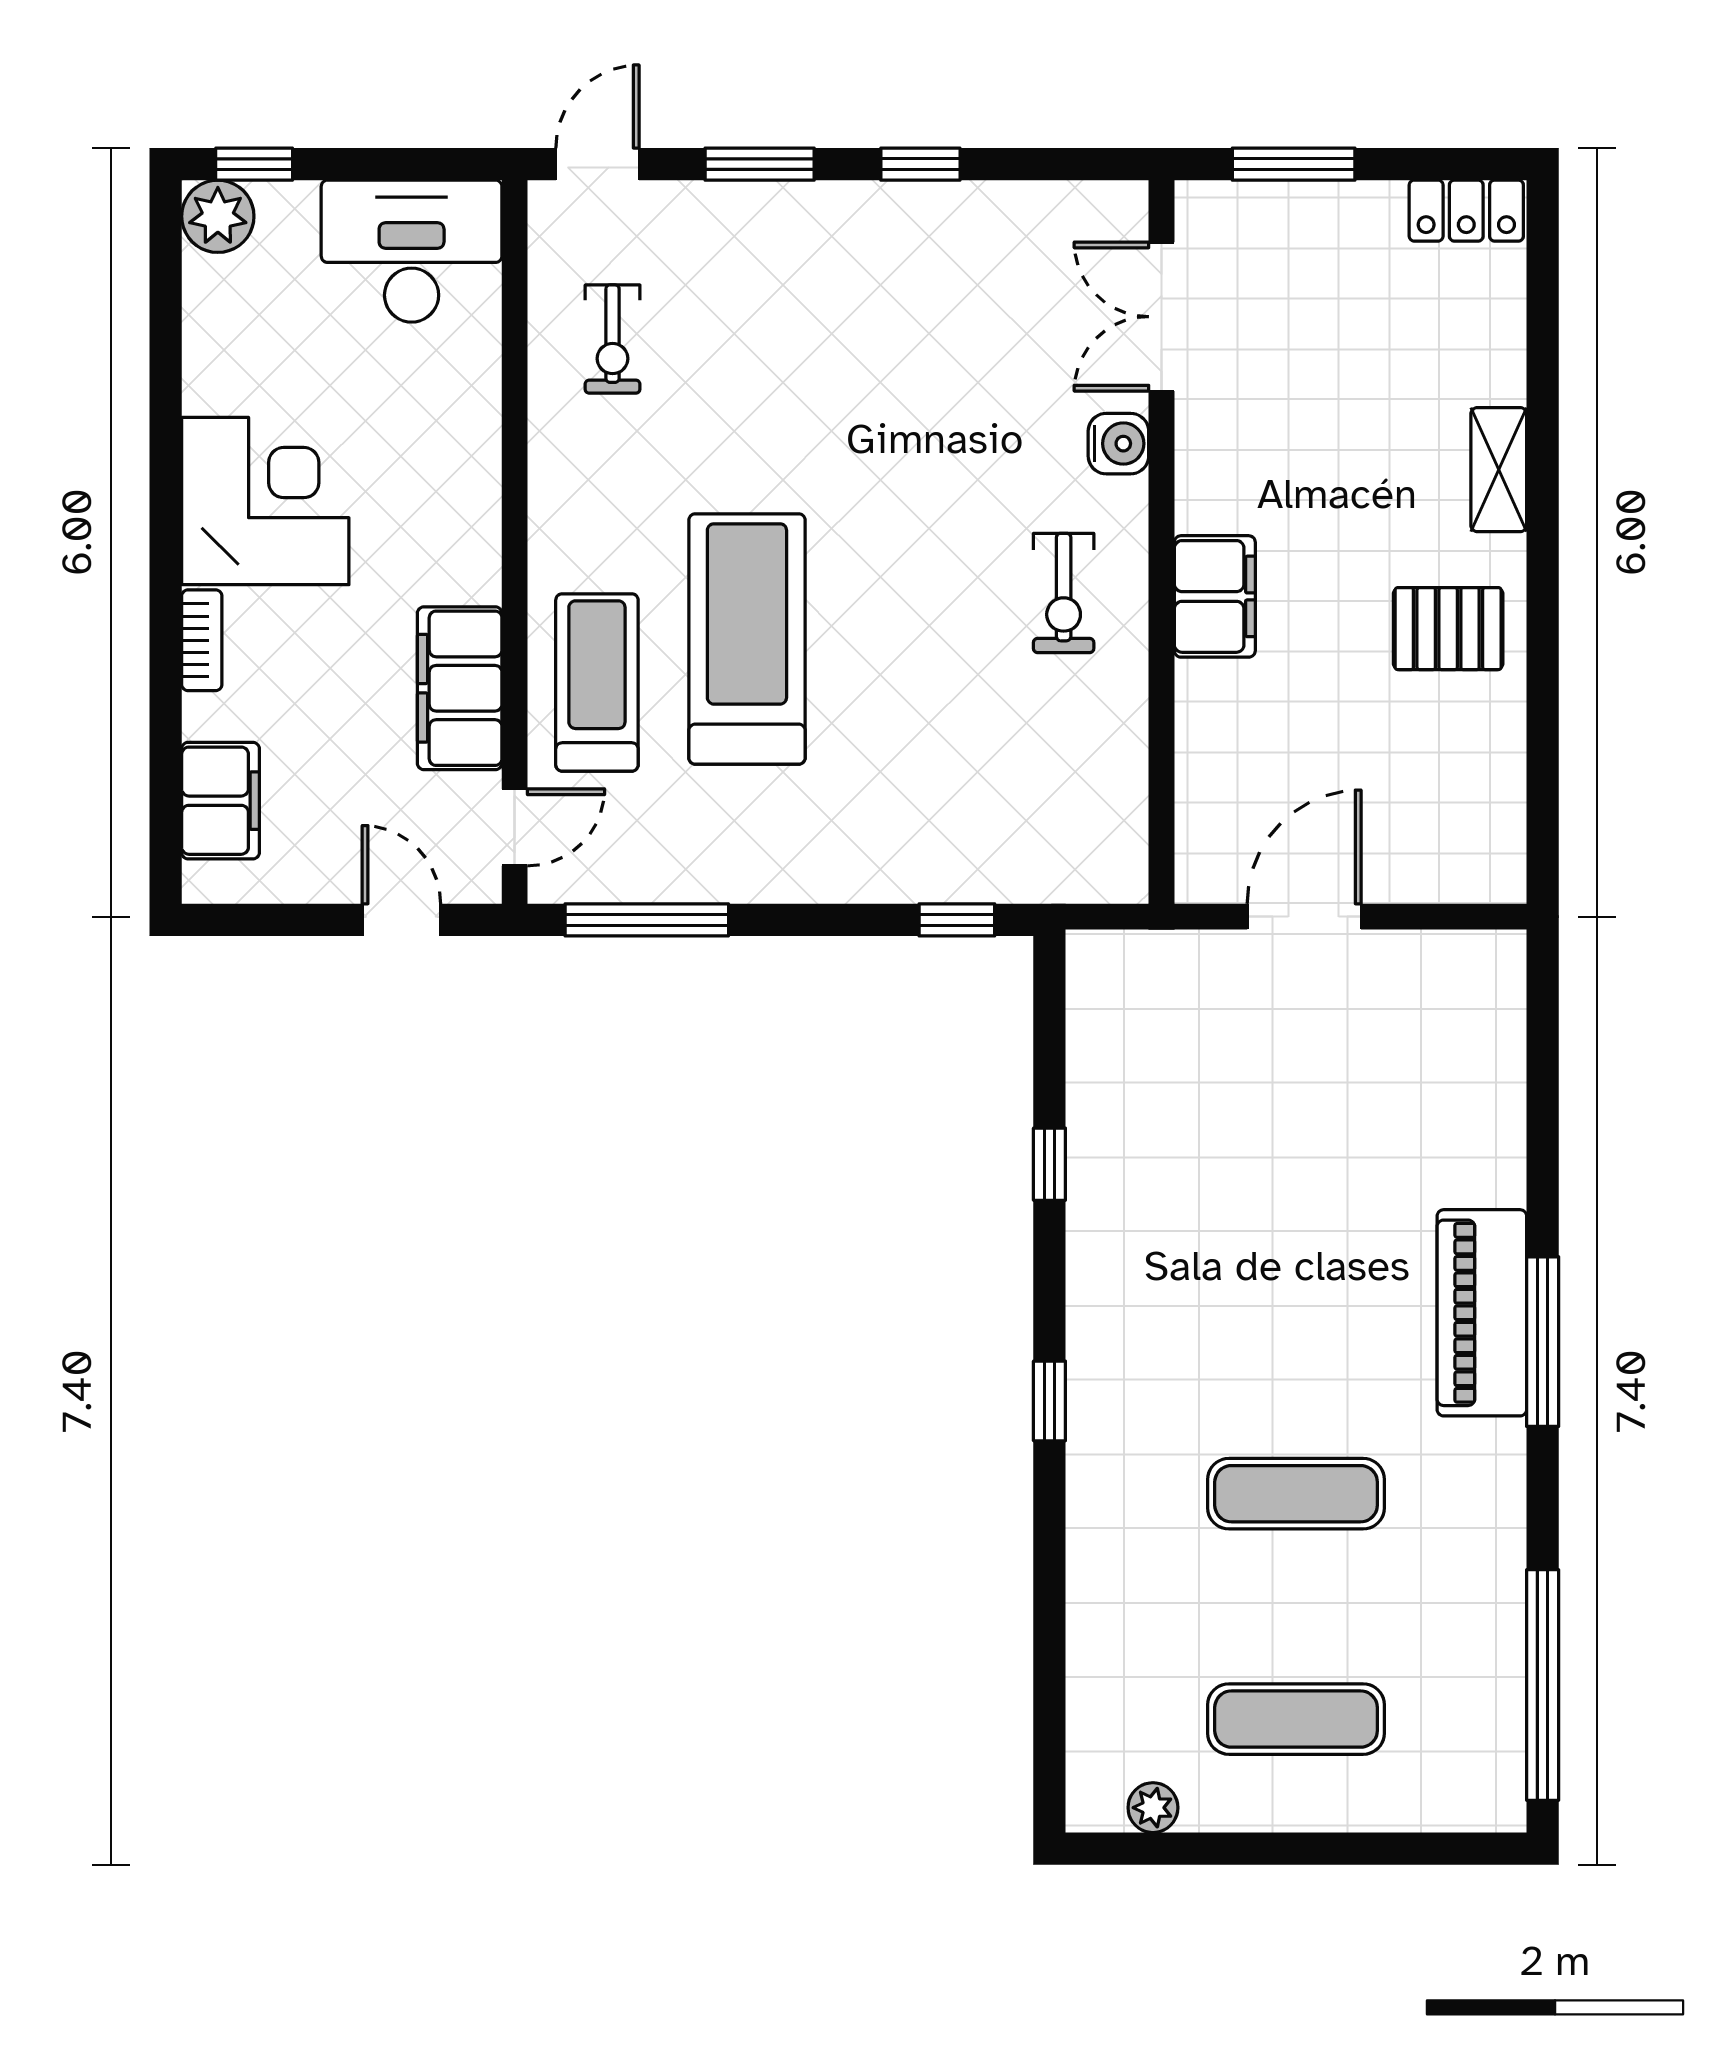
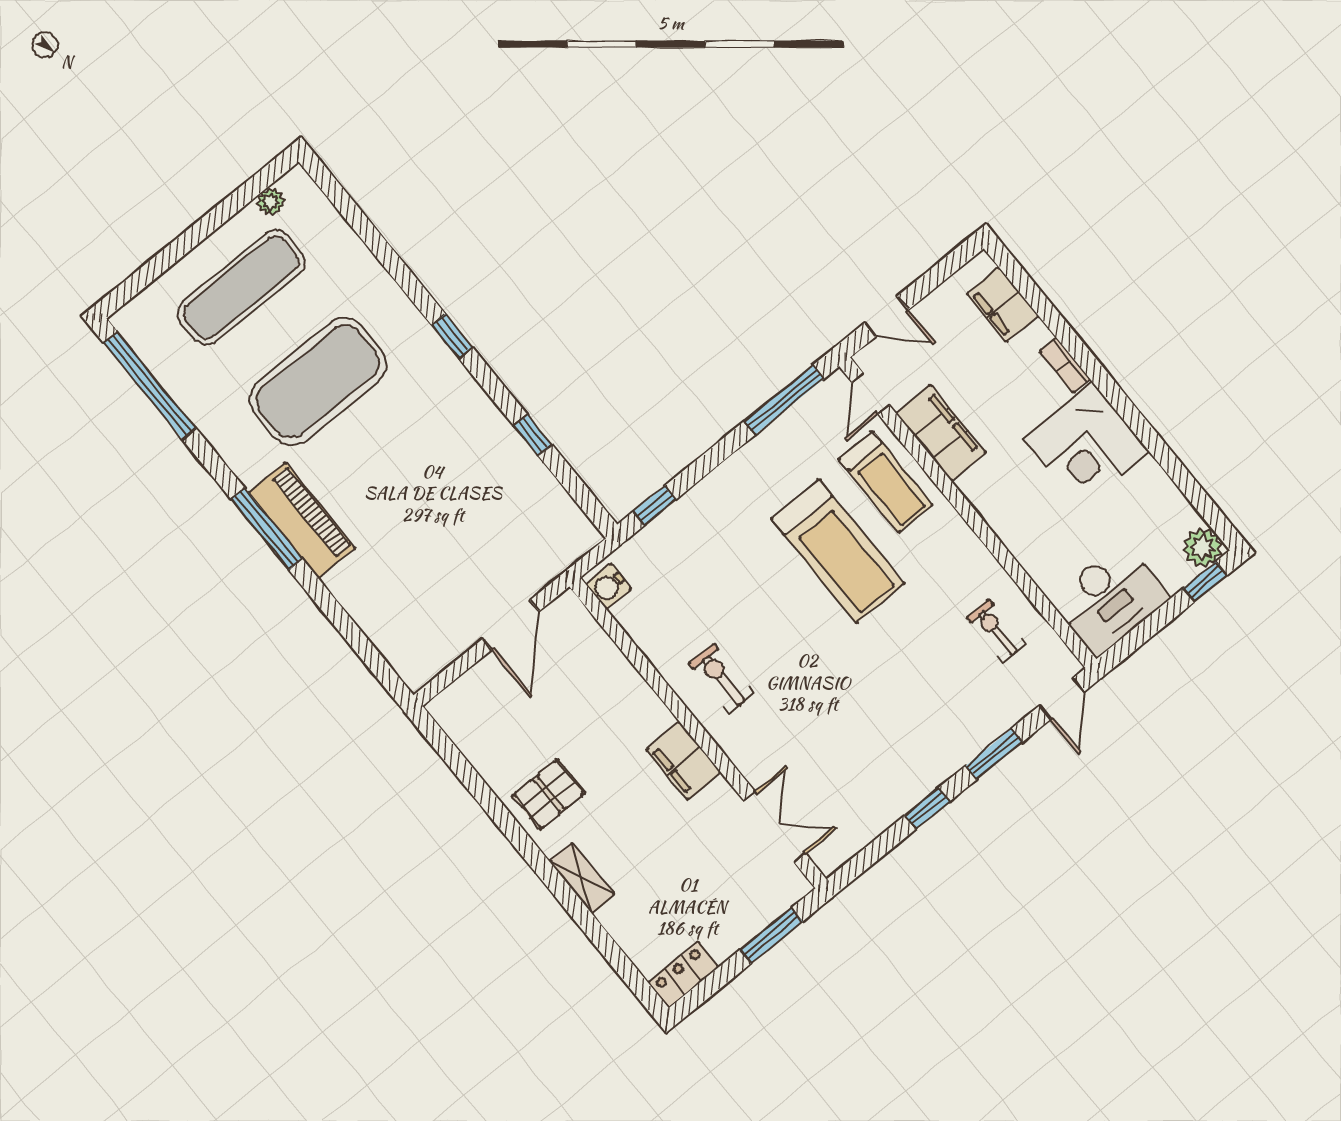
water cooler: (1118, 444) -> (608, 587), moved
filing cabinet: (1215, 596) -> (684, 761), moved
exercise mat: (1296, 1494) -> (318, 381), width x2.00, depth x1.45
exercise mat: (1296, 1719) -> (241, 287), width x1.36, depth x1.45

